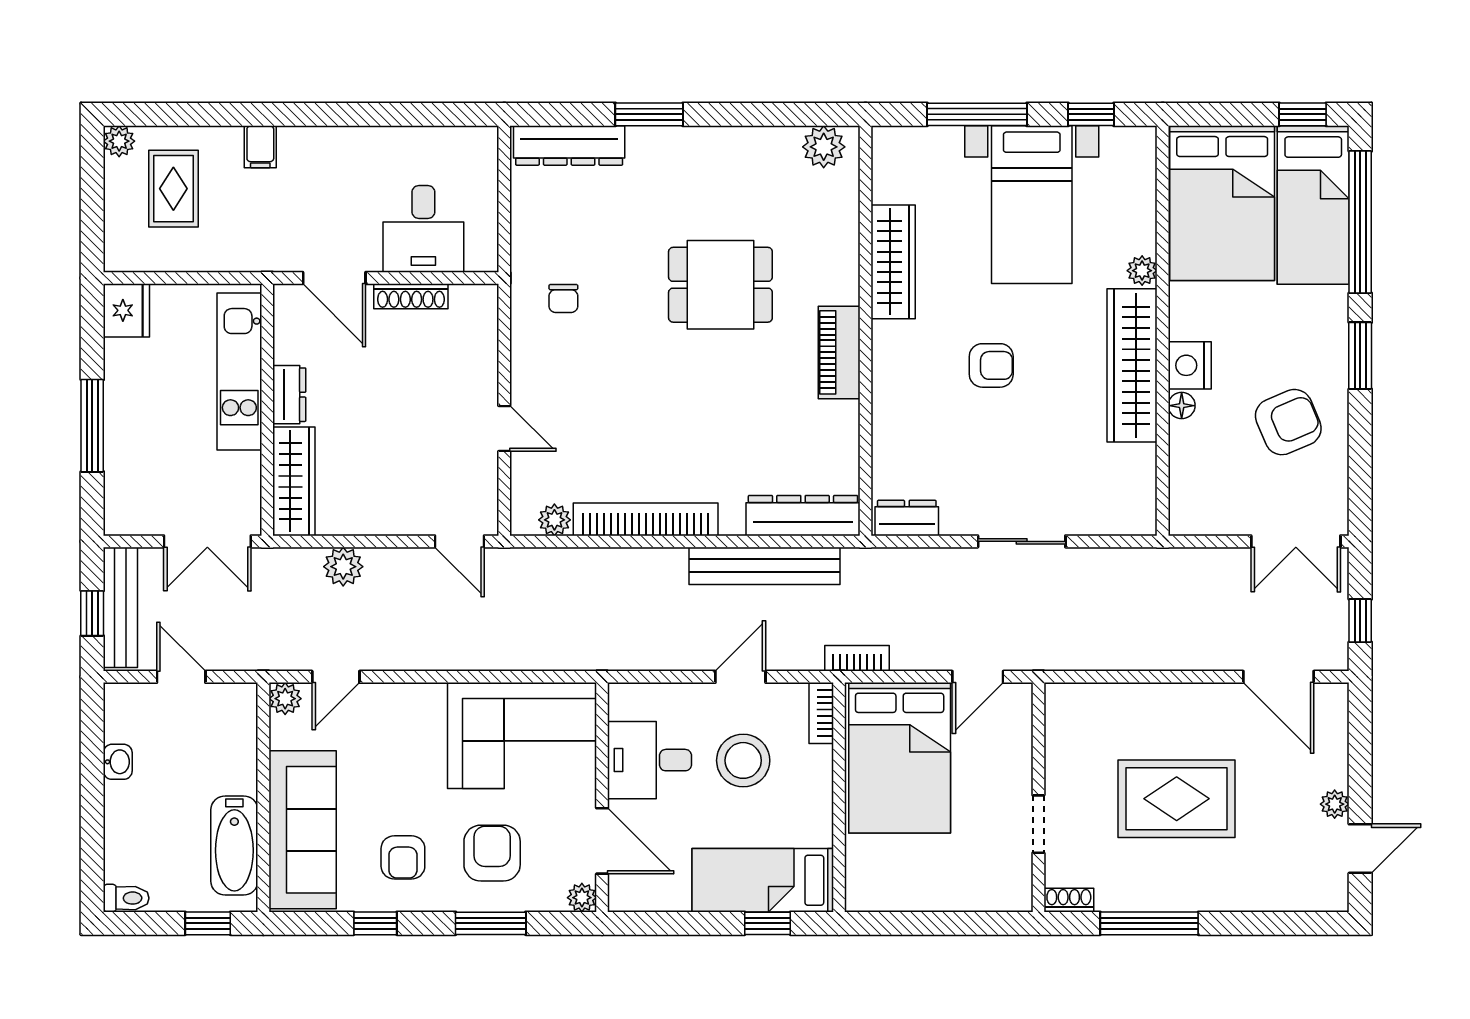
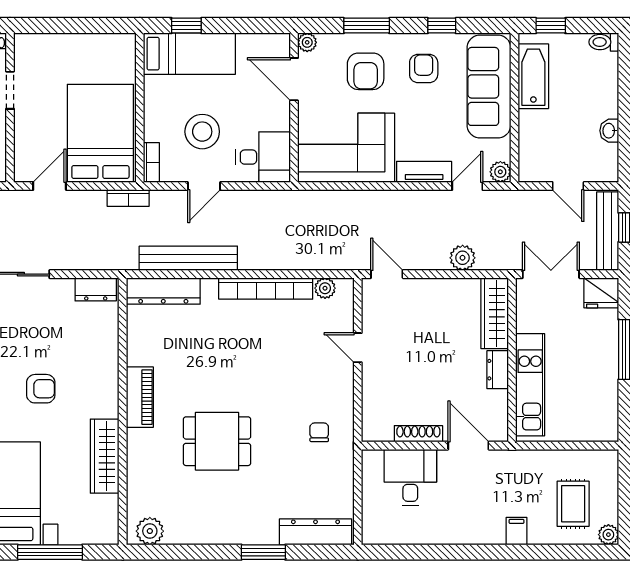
fridge: (126, 310) -> (601, 293), moved, turned -90
armchair: (991, 365) -> (41, 389), turned 180
tv unit: (402, 699) -> (424, 172), added
desk: (650, 760) -> (263, 157), moved

